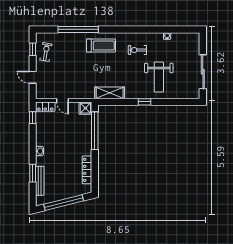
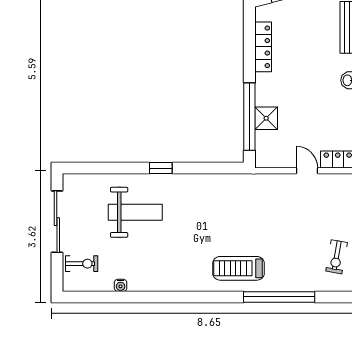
exercise bike: (137, 50) -> (82, 264), moved
weight bench: (159, 77) -> (135, 212), turned 90
shelving: (110, 93) -> (223, 184), removed
shower: (85, 108) -> (266, 118), moved

